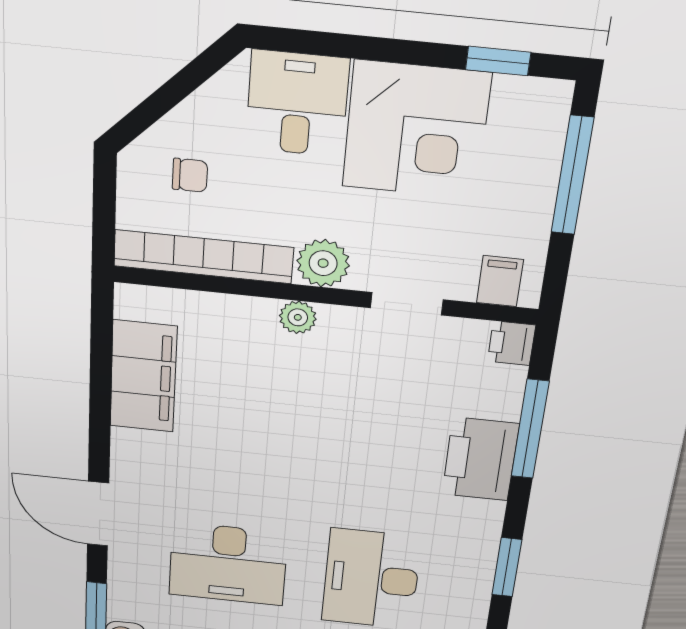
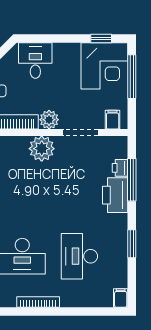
corner desk: (416, 130) -> (104, 66), moved
doorway: (407, 304) -> (81, 132), width x1.38
plant: (298, 317) -> (42, 149), width x1.87, depth x1.87
printer: (511, 343) -> (120, 168), moved

